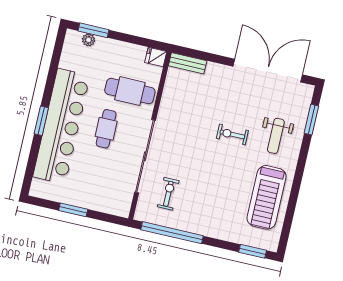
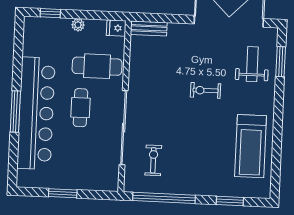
window: (94, 30) -> (50, 13), width x0.67
plant: (88, 40) -> (78, 25), moved
window: (41, 121) -> (15, 111), width x1.44
weight bench: (276, 136) -> (252, 64), moved, turned 180
window: (253, 251) -> (230, 201), moved

